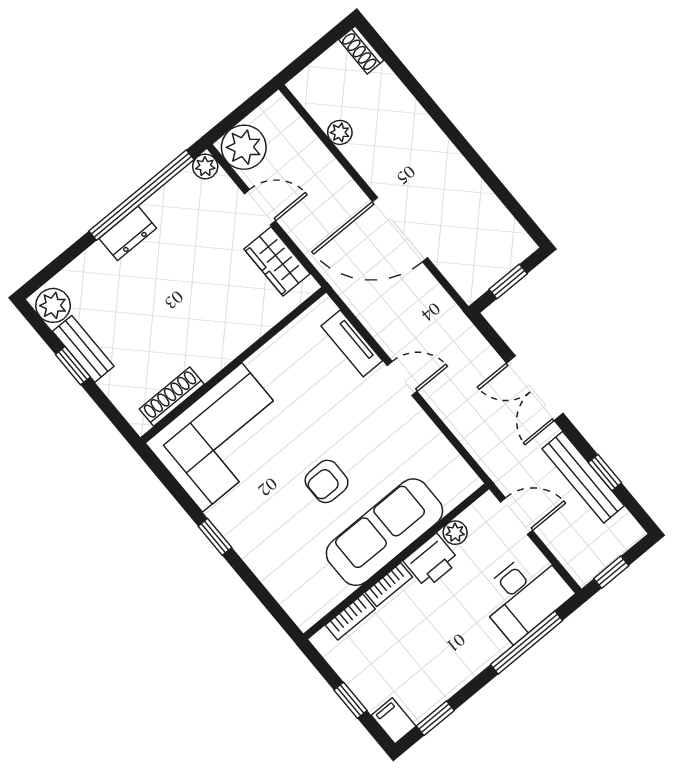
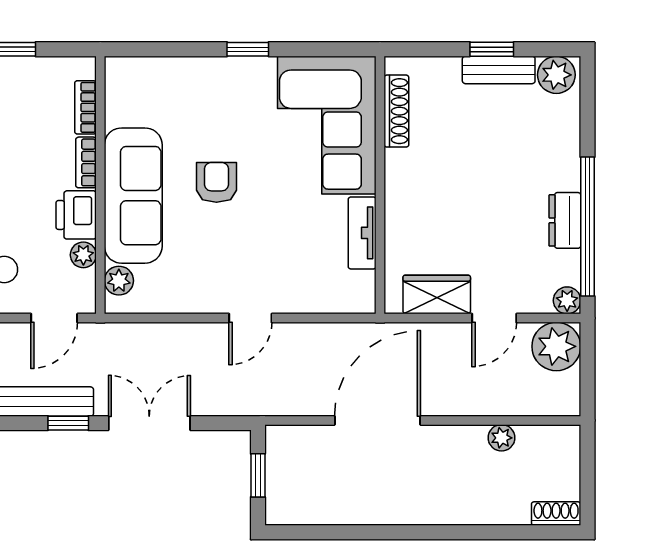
dresser: (128, 233) -> (565, 220), moved
tv unit: (352, 343) -> (362, 233), moved, turned -90
window: (605, 473) -> (68, 423), moved
plant: (452, 493) -> (119, 281), added

